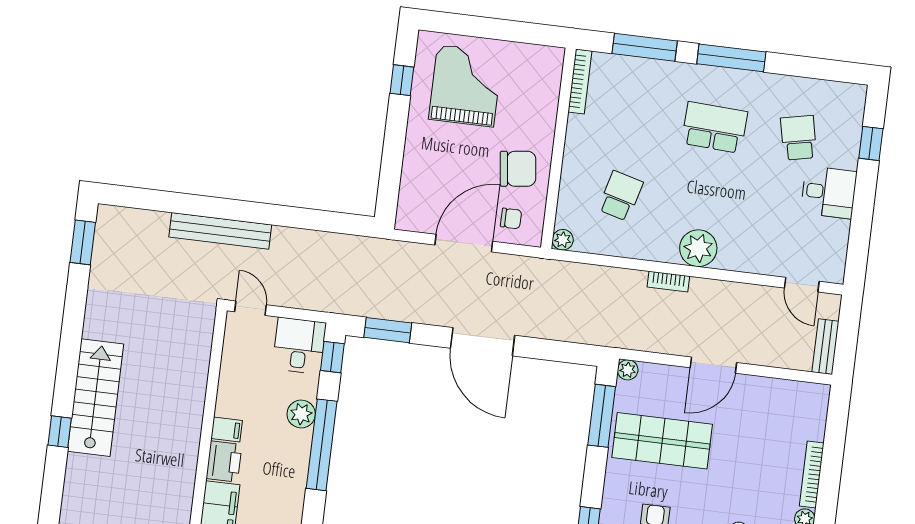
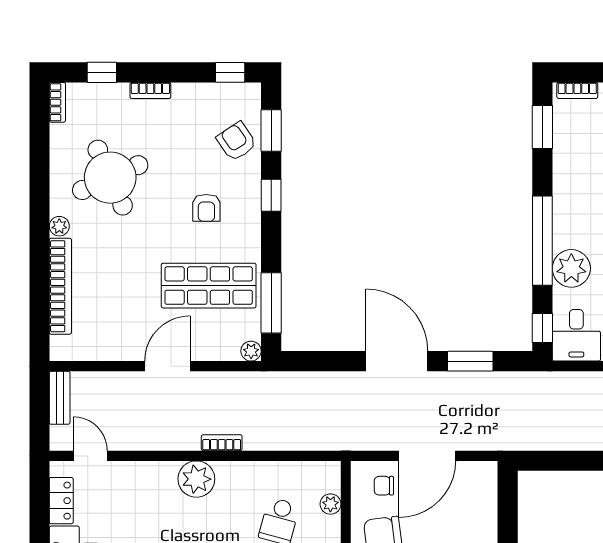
plant: (563, 240) -> (330, 504), moved
locker: (837, 243) -> (61, 501), added
window: (388, 330) -> (470, 361), moved
plant: (301, 414) -> (571, 268), width x1.36, depth x1.36
bookcase: (812, 474) -> (60, 286), width x1.48, depth x1.31

